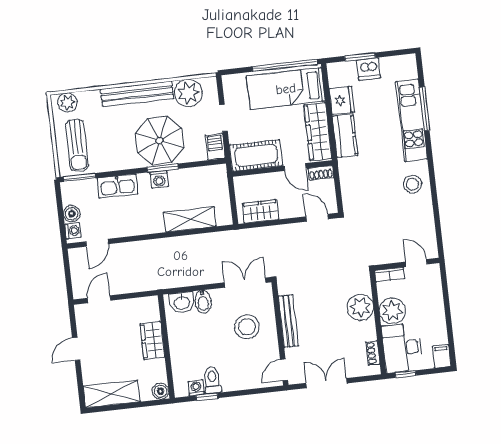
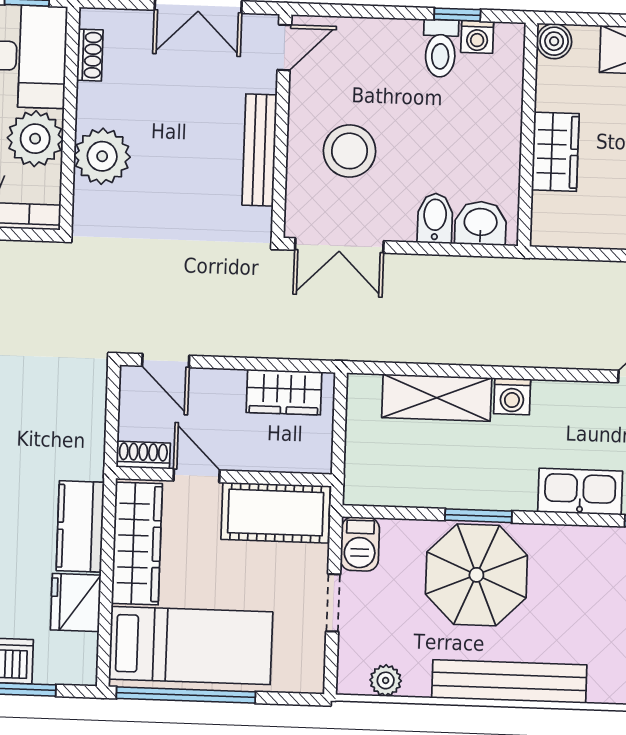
plant: (188, 93) -> (386, 680), width x0.53, depth x0.53
washing machine: (159, 179) -> (512, 396), moved, turned 180

